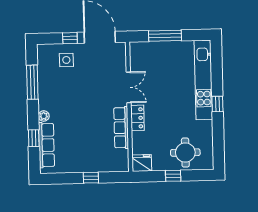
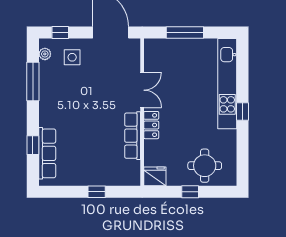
window: (70, 38) -> (60, 32), moved
plant: (44, 116) -> (45, 54), moved

